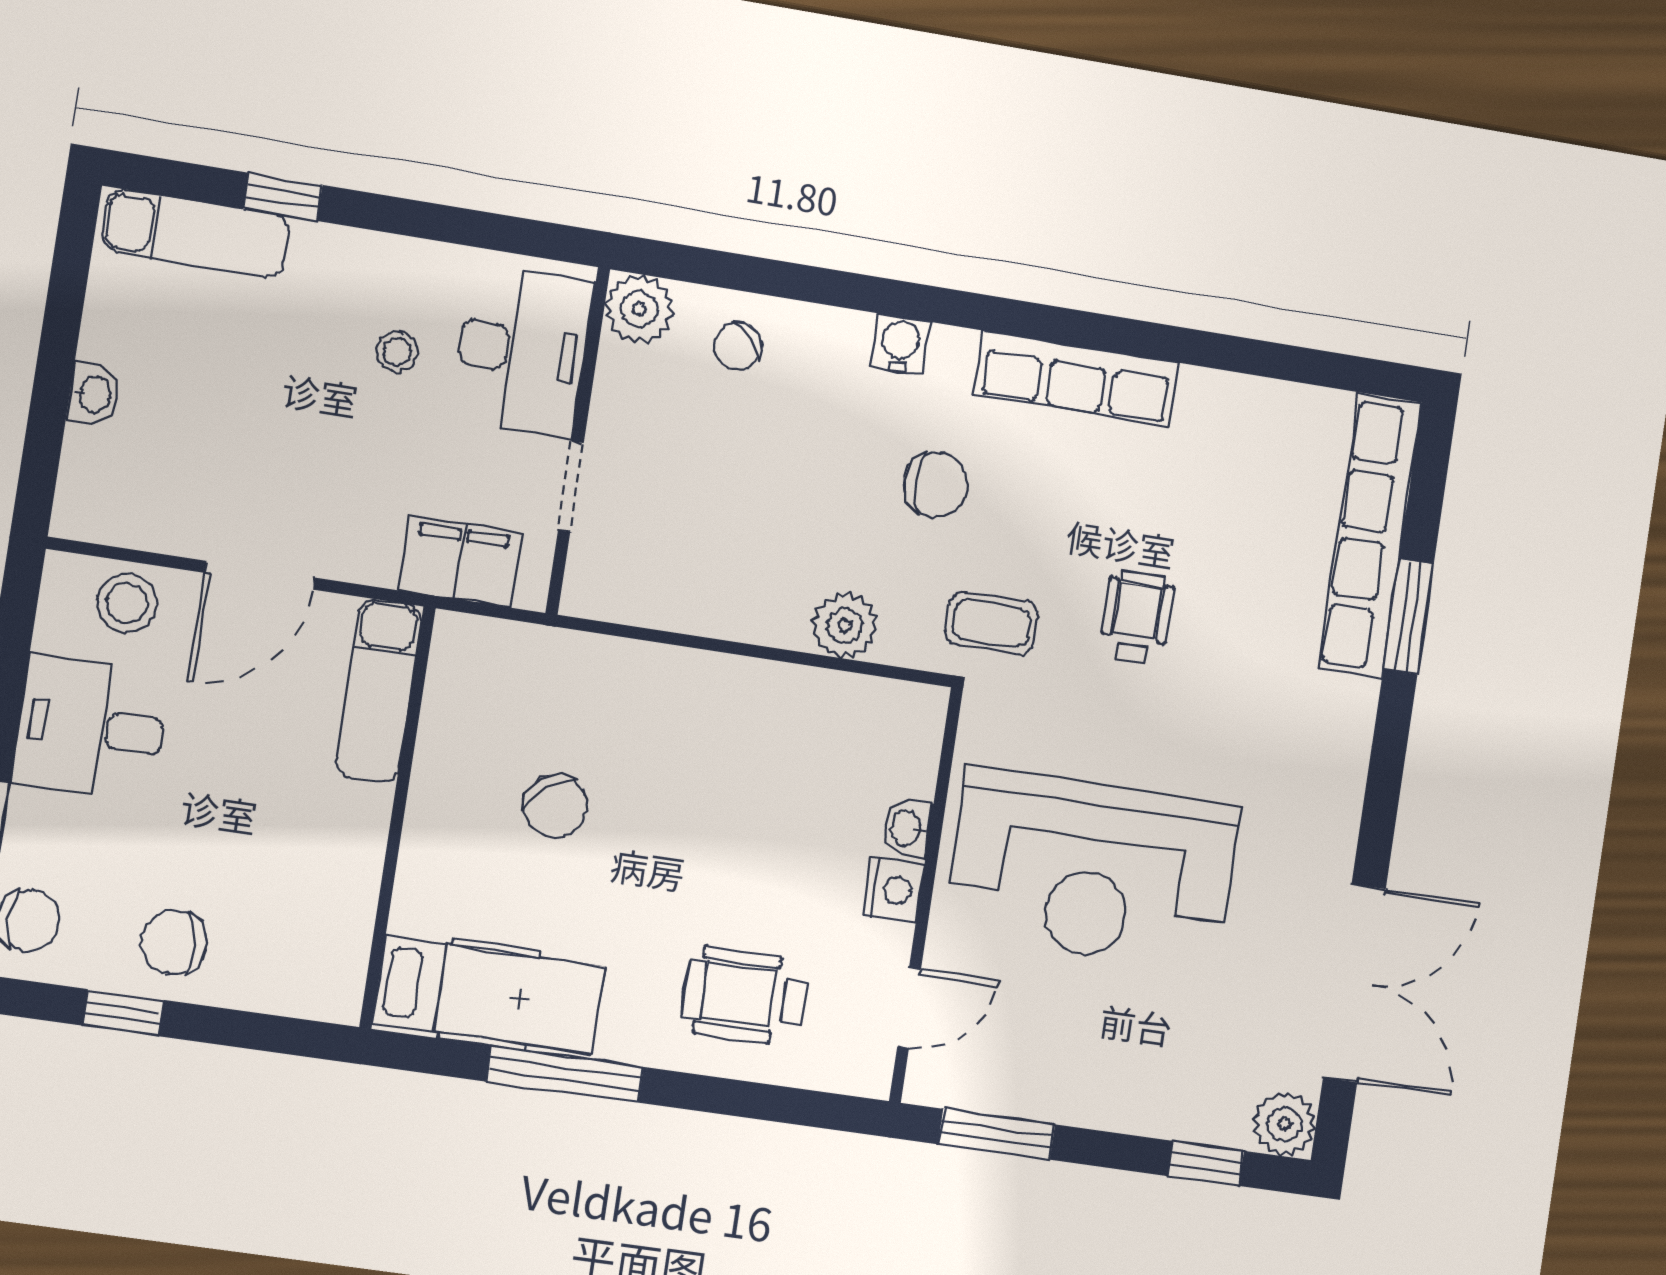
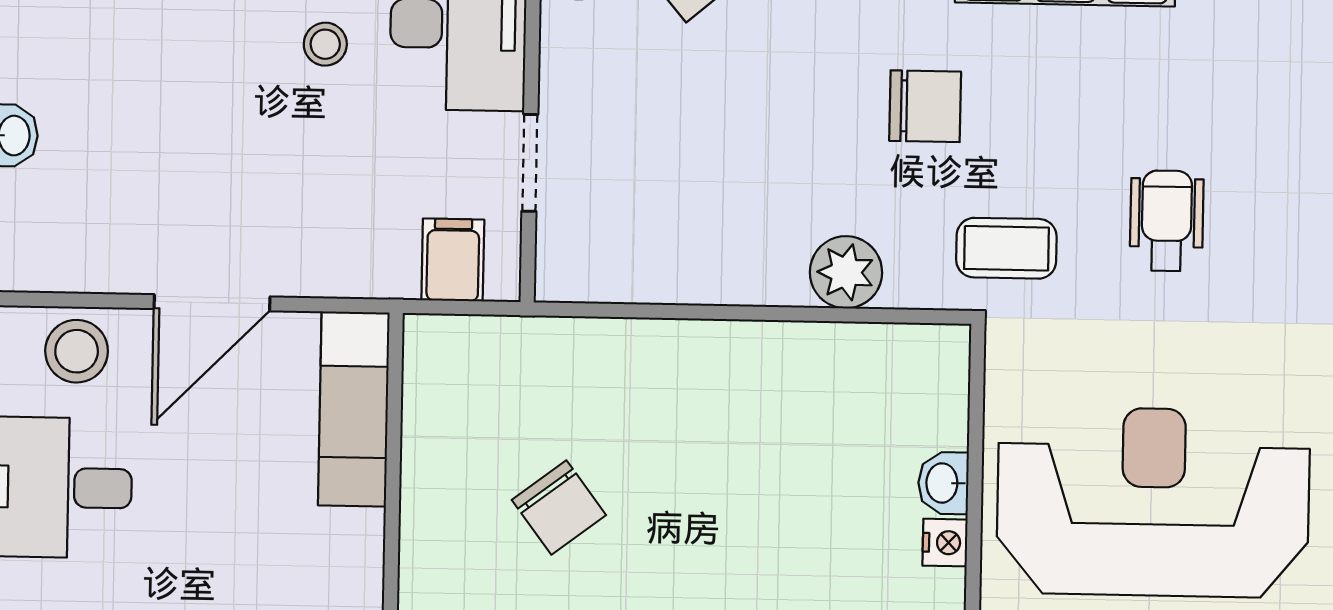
filing cabinet: (460, 562) -> (453, 260), width x0.50
reception desk: (1092, 869) -> (1153, 502), turned 180
nightstand: (893, 890) -> (945, 543), width x0.72, depth x0.74

